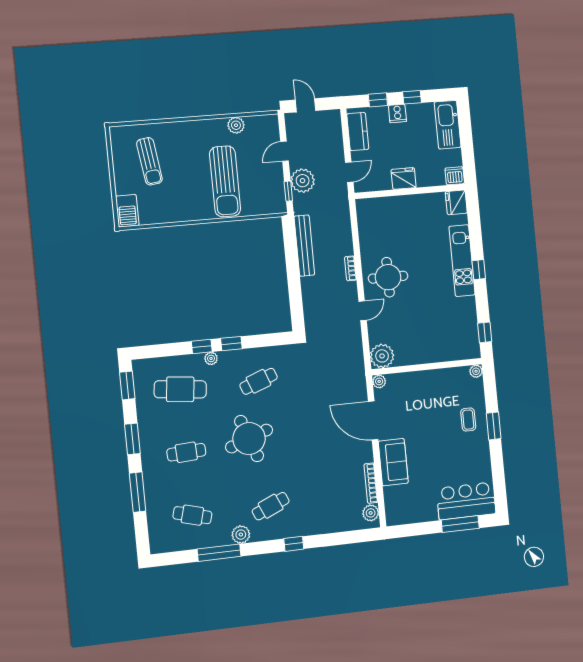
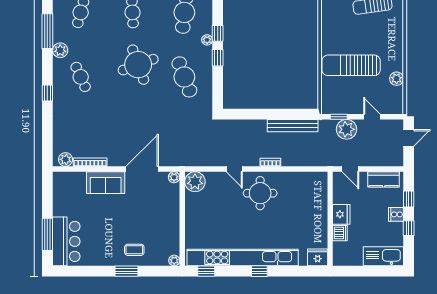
dishwasher: (455, 176) -> (340, 233), moved
kitchen unit: (462, 261) -> (243, 257), width x1.86
cafe table: (259, 381) -> (184, 77), width x1.37, depth x1.35

